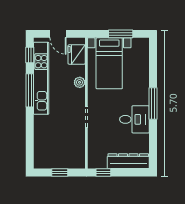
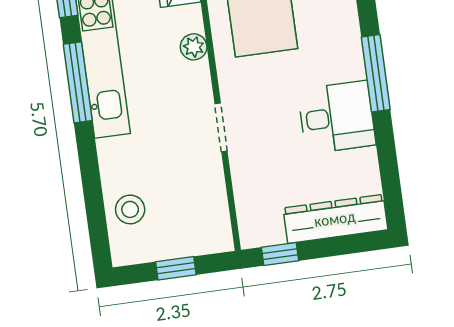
stool: (44, 146) -> (130, 209), added

